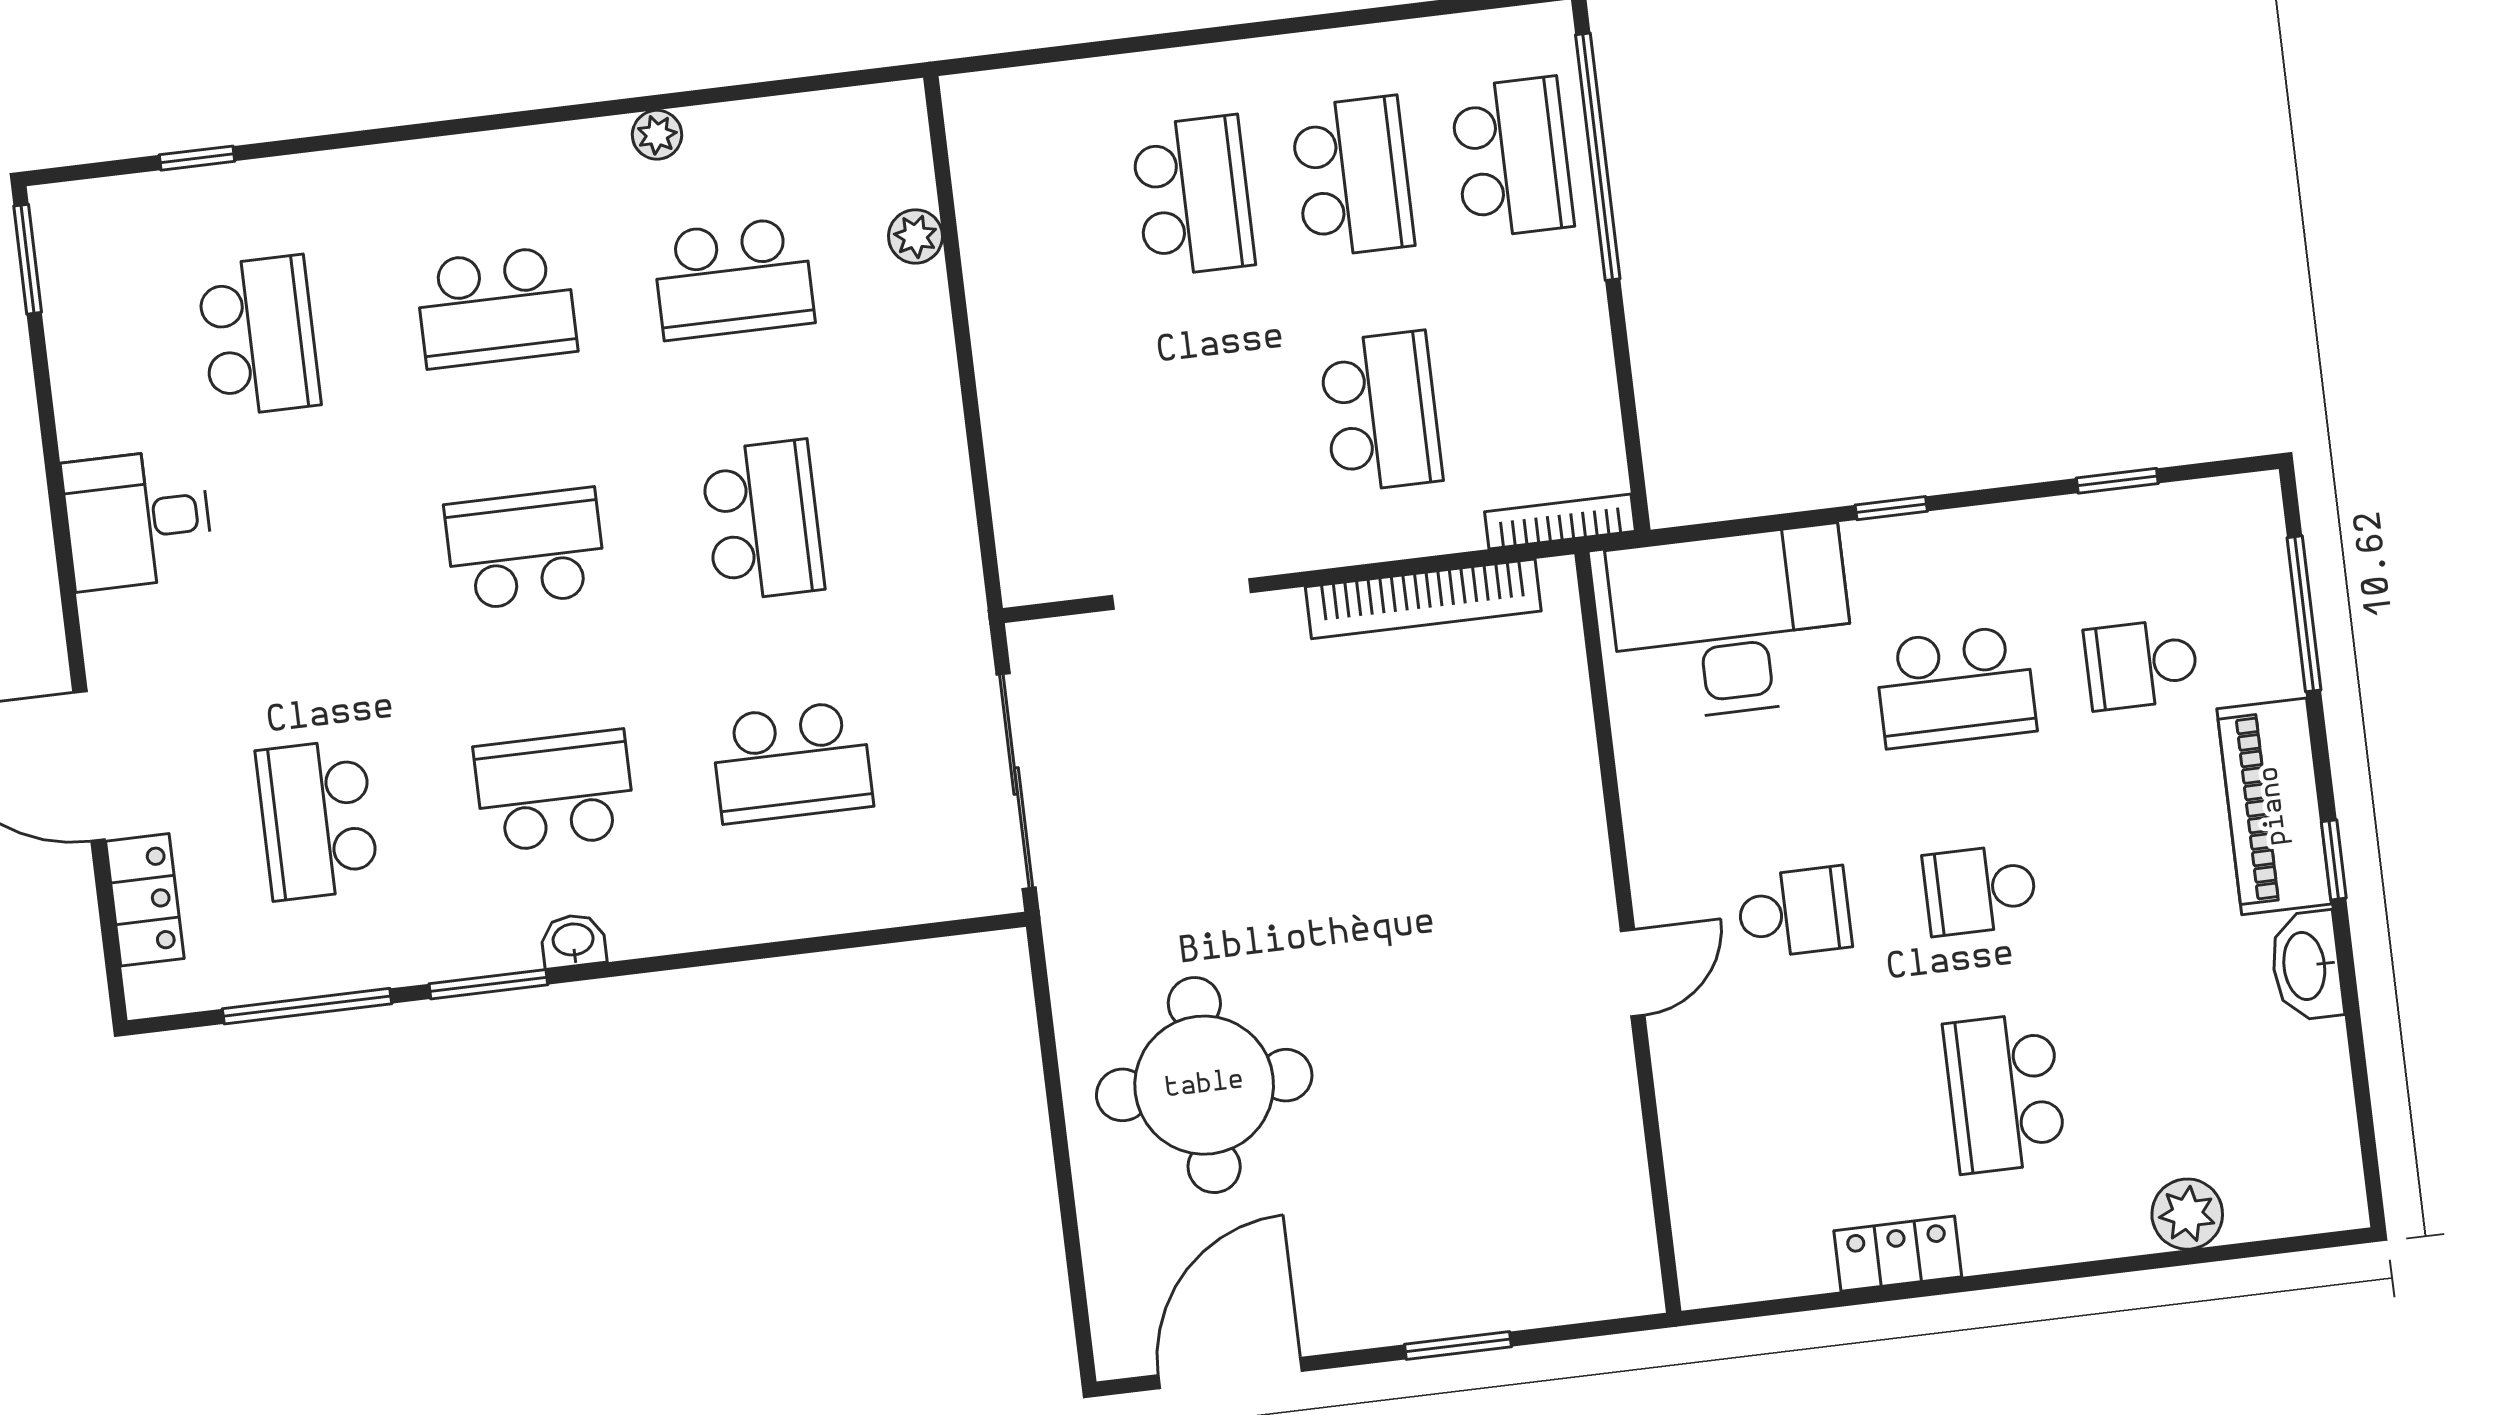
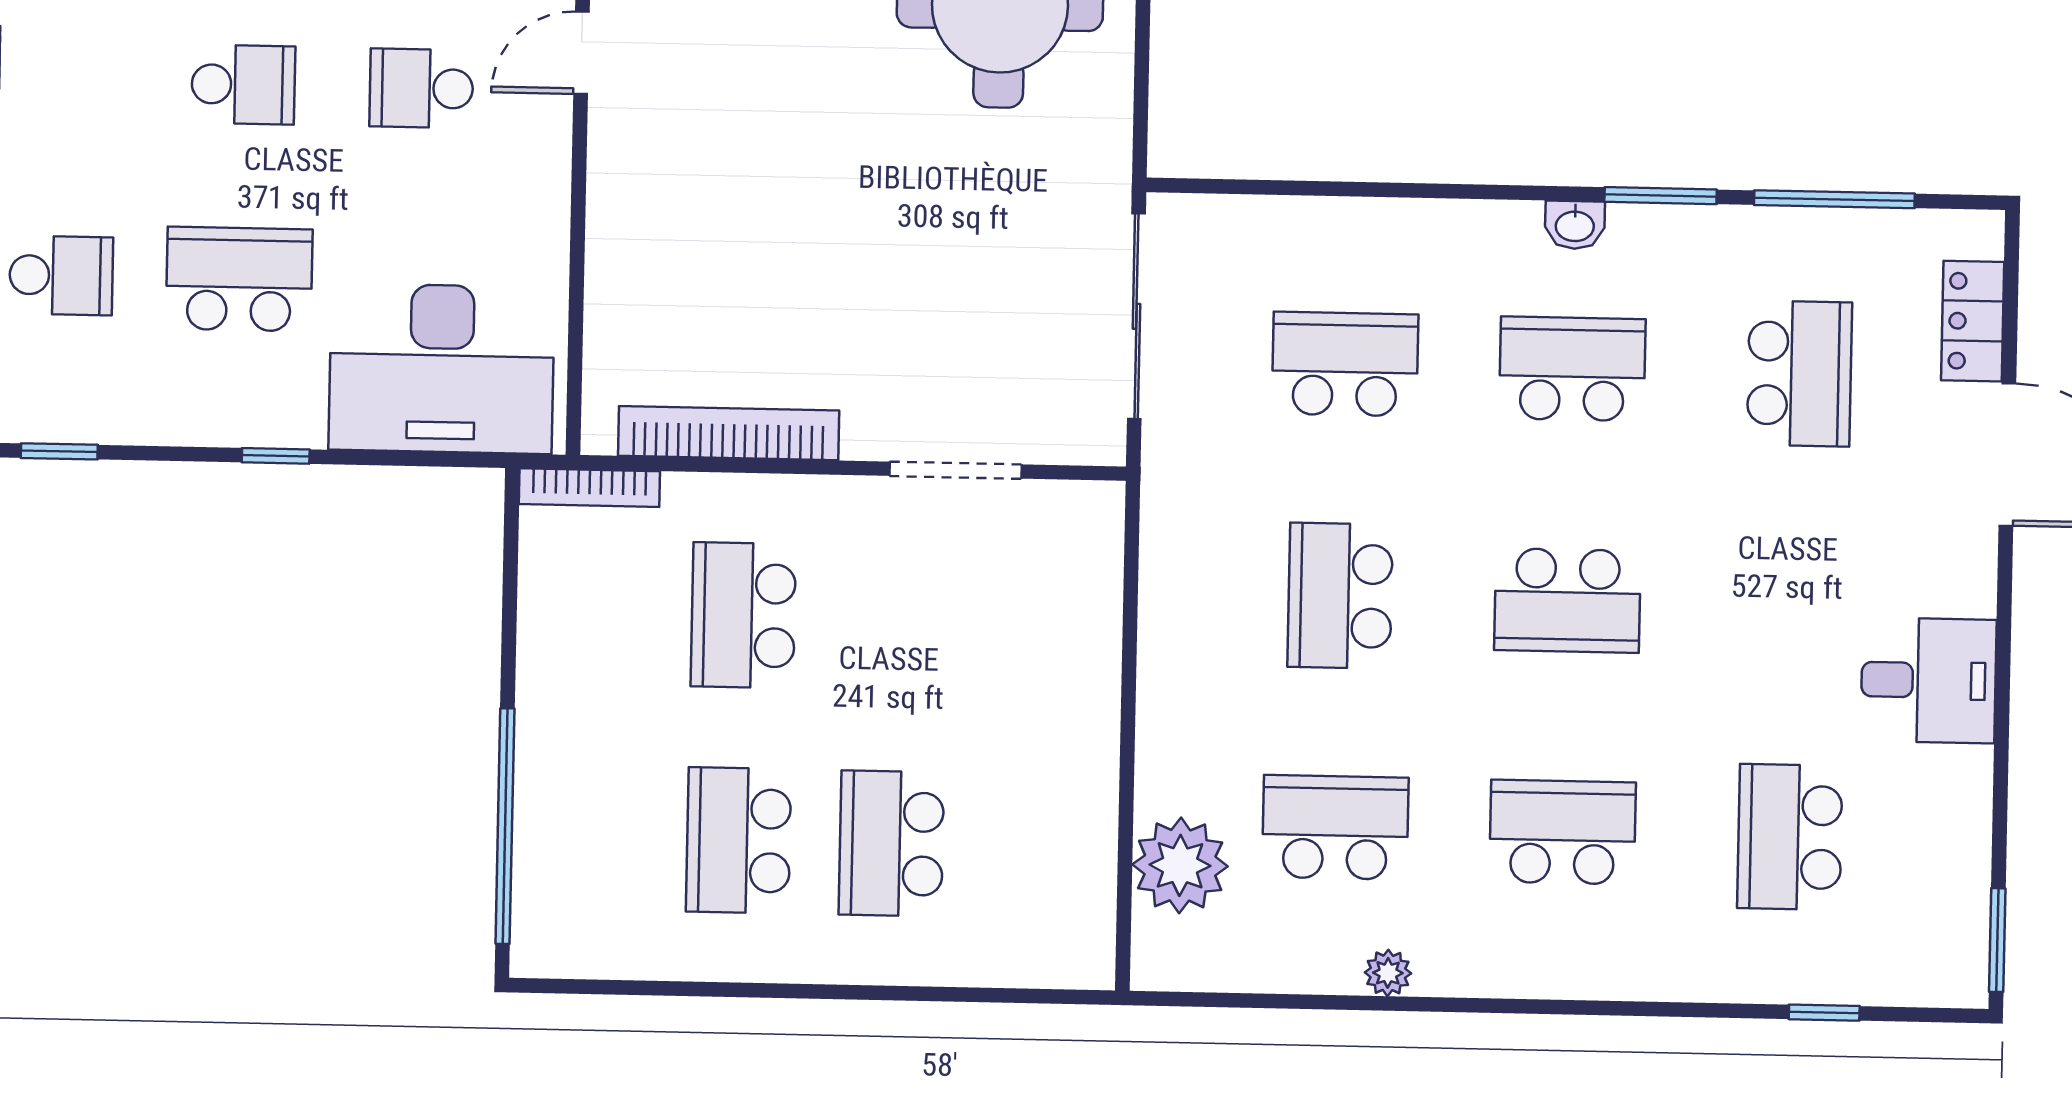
school desk: (1512, 157) -> (586, 837), removed
plant: (915, 236) -> (1180, 865), width x1.87, depth x1.87
school desk: (555, 791) -> (1572, 369), turned 180

